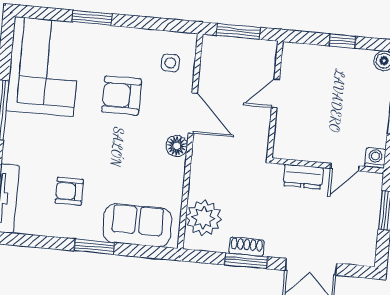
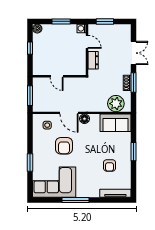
door: (193, 113) -> (69, 113), swing flipped
sofa: (137, 225) -> (116, 123), moved, turned -90

